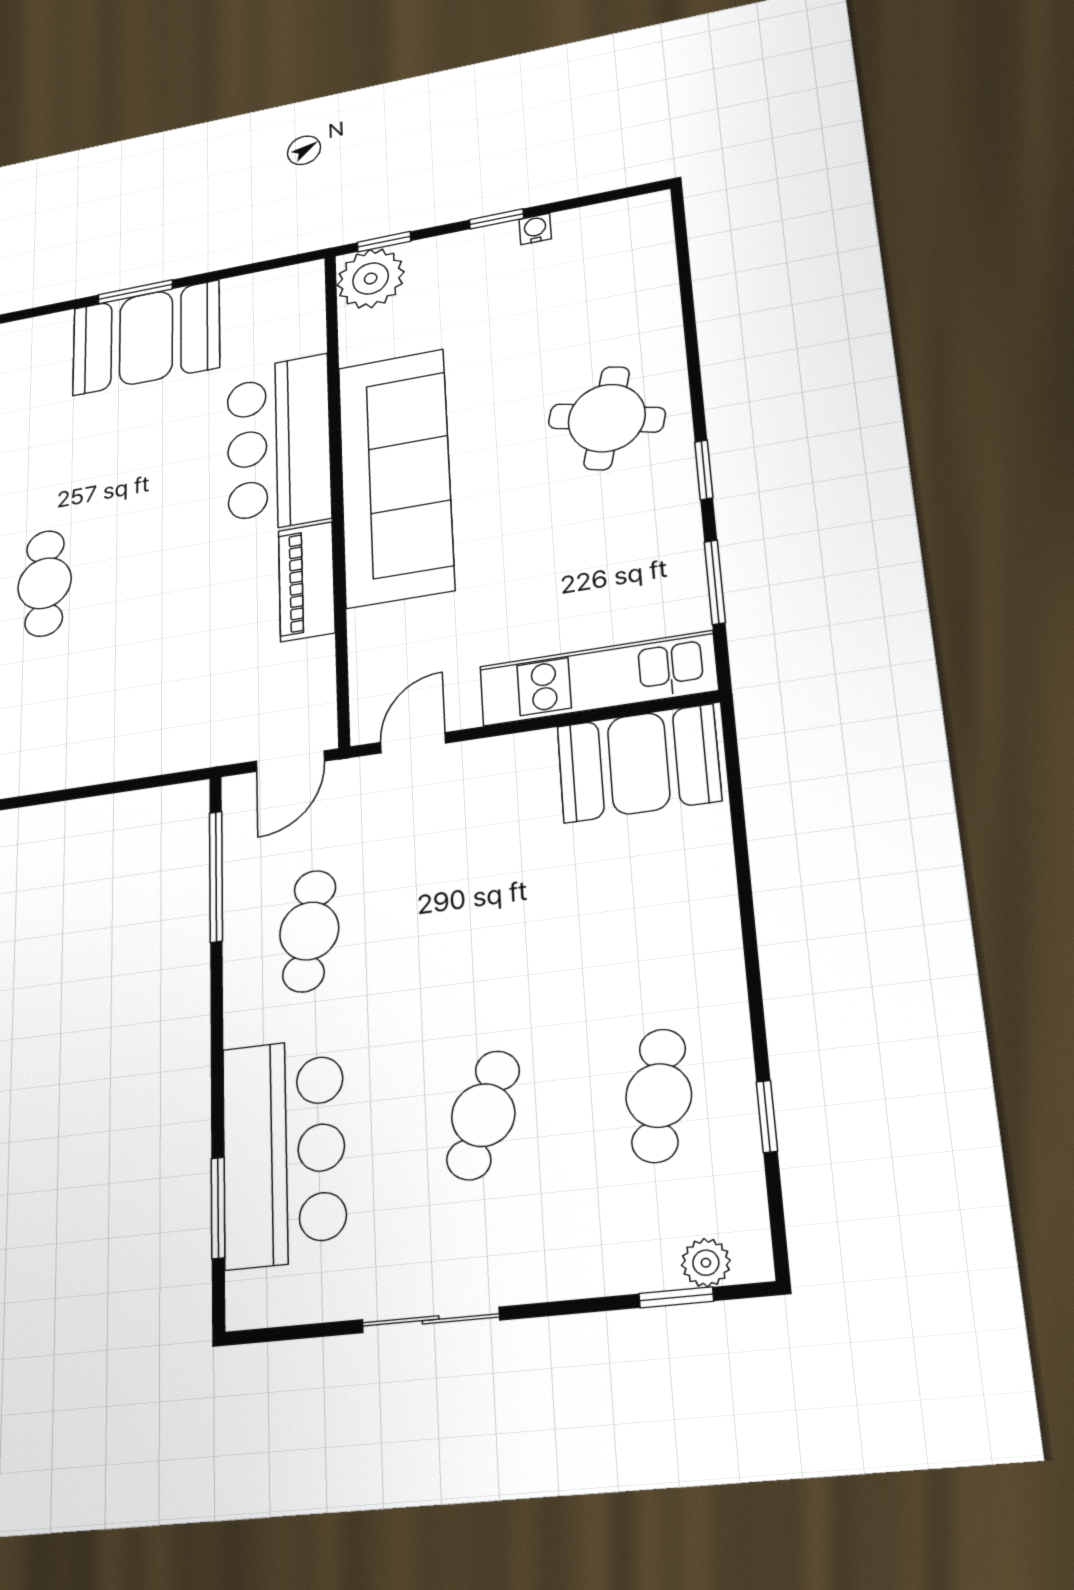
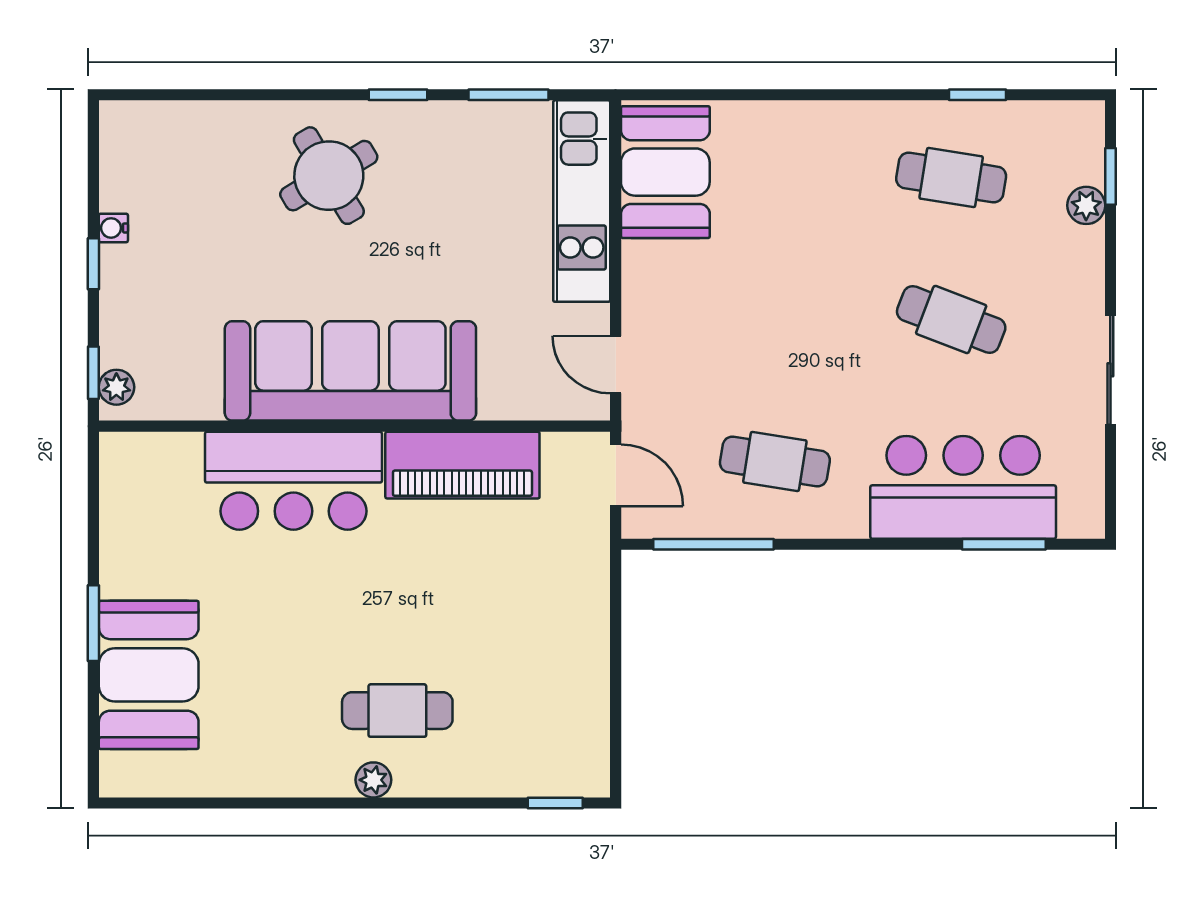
plant: (371, 279) -> (116, 387), width x0.53, depth x0.53
booth: (146, 338) -> (149, 675), moved
round table: (607, 418) -> (329, 176), turned 45
piano: (307, 582) -> (462, 465), width x1.37, depth x1.33
plant: (706, 1263) -> (1086, 205), moved

